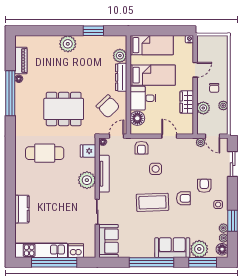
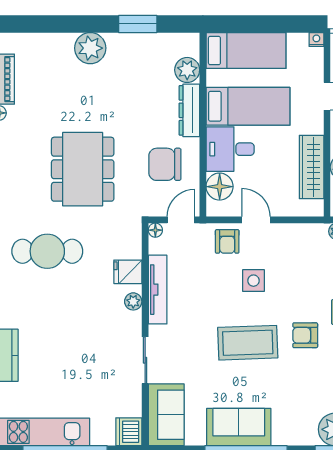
wardrobe: (187, 102) -> (312, 167), width x1.50
chair: (108, 106) -> (165, 164), turned 134
dining table: (64, 109) -> (83, 169), turned 90
door: (169, 136) -> (256, 220), moved
fridge: (88, 151) -> (128, 272), moved
plant: (87, 180) -> (133, 301), width x0.53, depth x0.53
armchair: (183, 198) -> (305, 335), turned 180
sofa: (172, 248) -> (239, 427), moved
dishwasher: (76, 251) -> (129, 432), moved, turned -90

